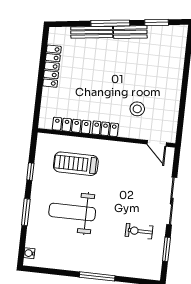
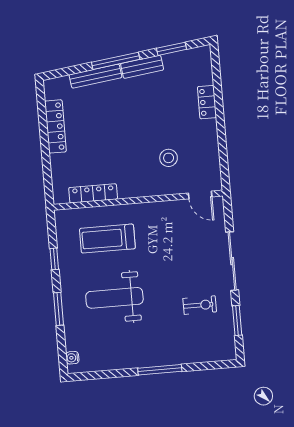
locker: (105, 129) -> (207, 102), moved, turned -90
exercise bike: (139, 231) -> (200, 305), turned 180

